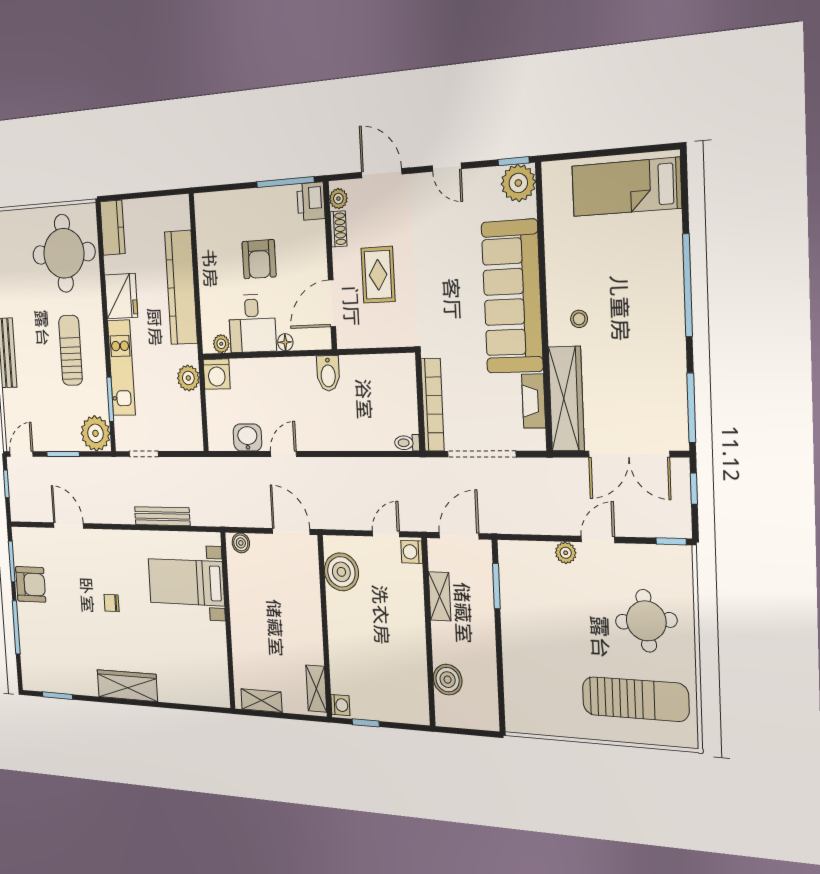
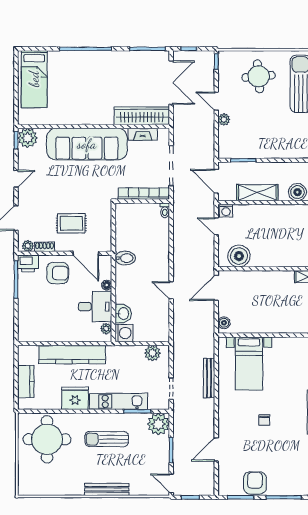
kitchen counter: (113, 228) -> (26, 381), moved, turned 90
armchair: (259, 259) -> (58, 273), moved
stool: (579, 319) -> (100, 107), removed
plant: (188, 378) -> (153, 353), moved
washbasin: (247, 438) -> (123, 314), moved, turned 180
shelving: (440, 596) -> (257, 193), width x1.50, depth x1.33

